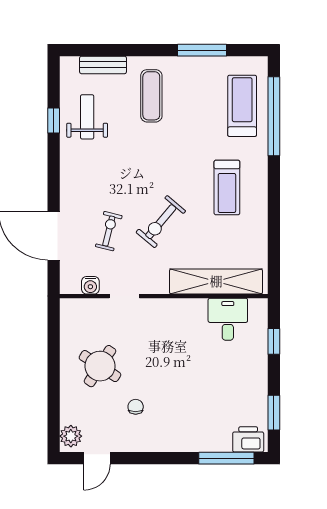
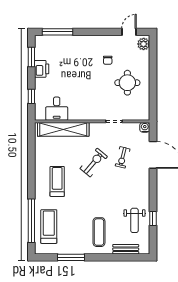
treadmill: (242, 106) -> (49, 227), turned 180
water cooler: (90, 285) -> (145, 127), moved
round table: (100, 366) -> (127, 83), turned -33
printer: (248, 439) -> (42, 69), moved, turned -90

